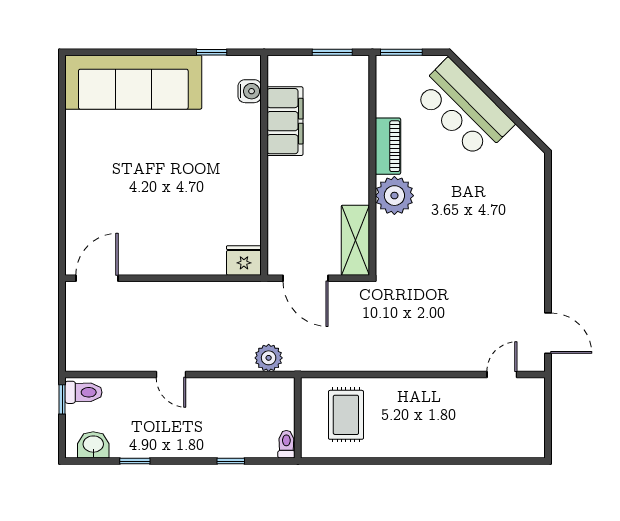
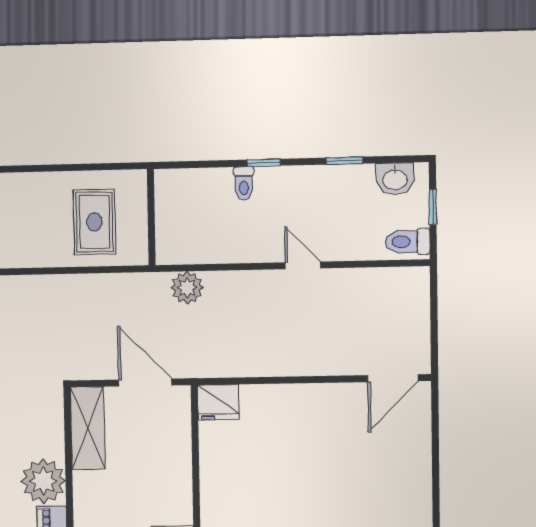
window: (62, 399) -> (433, 207), moved
toilet: (286, 444) -> (244, 183), moved
window: (231, 461) -> (264, 163), moved

